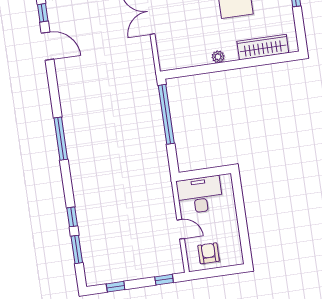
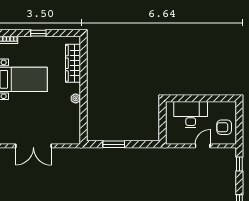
window: (166, 114) -> (114, 144), width x0.47
desk: (200, 195) -> (191, 115), moved, turned 90

